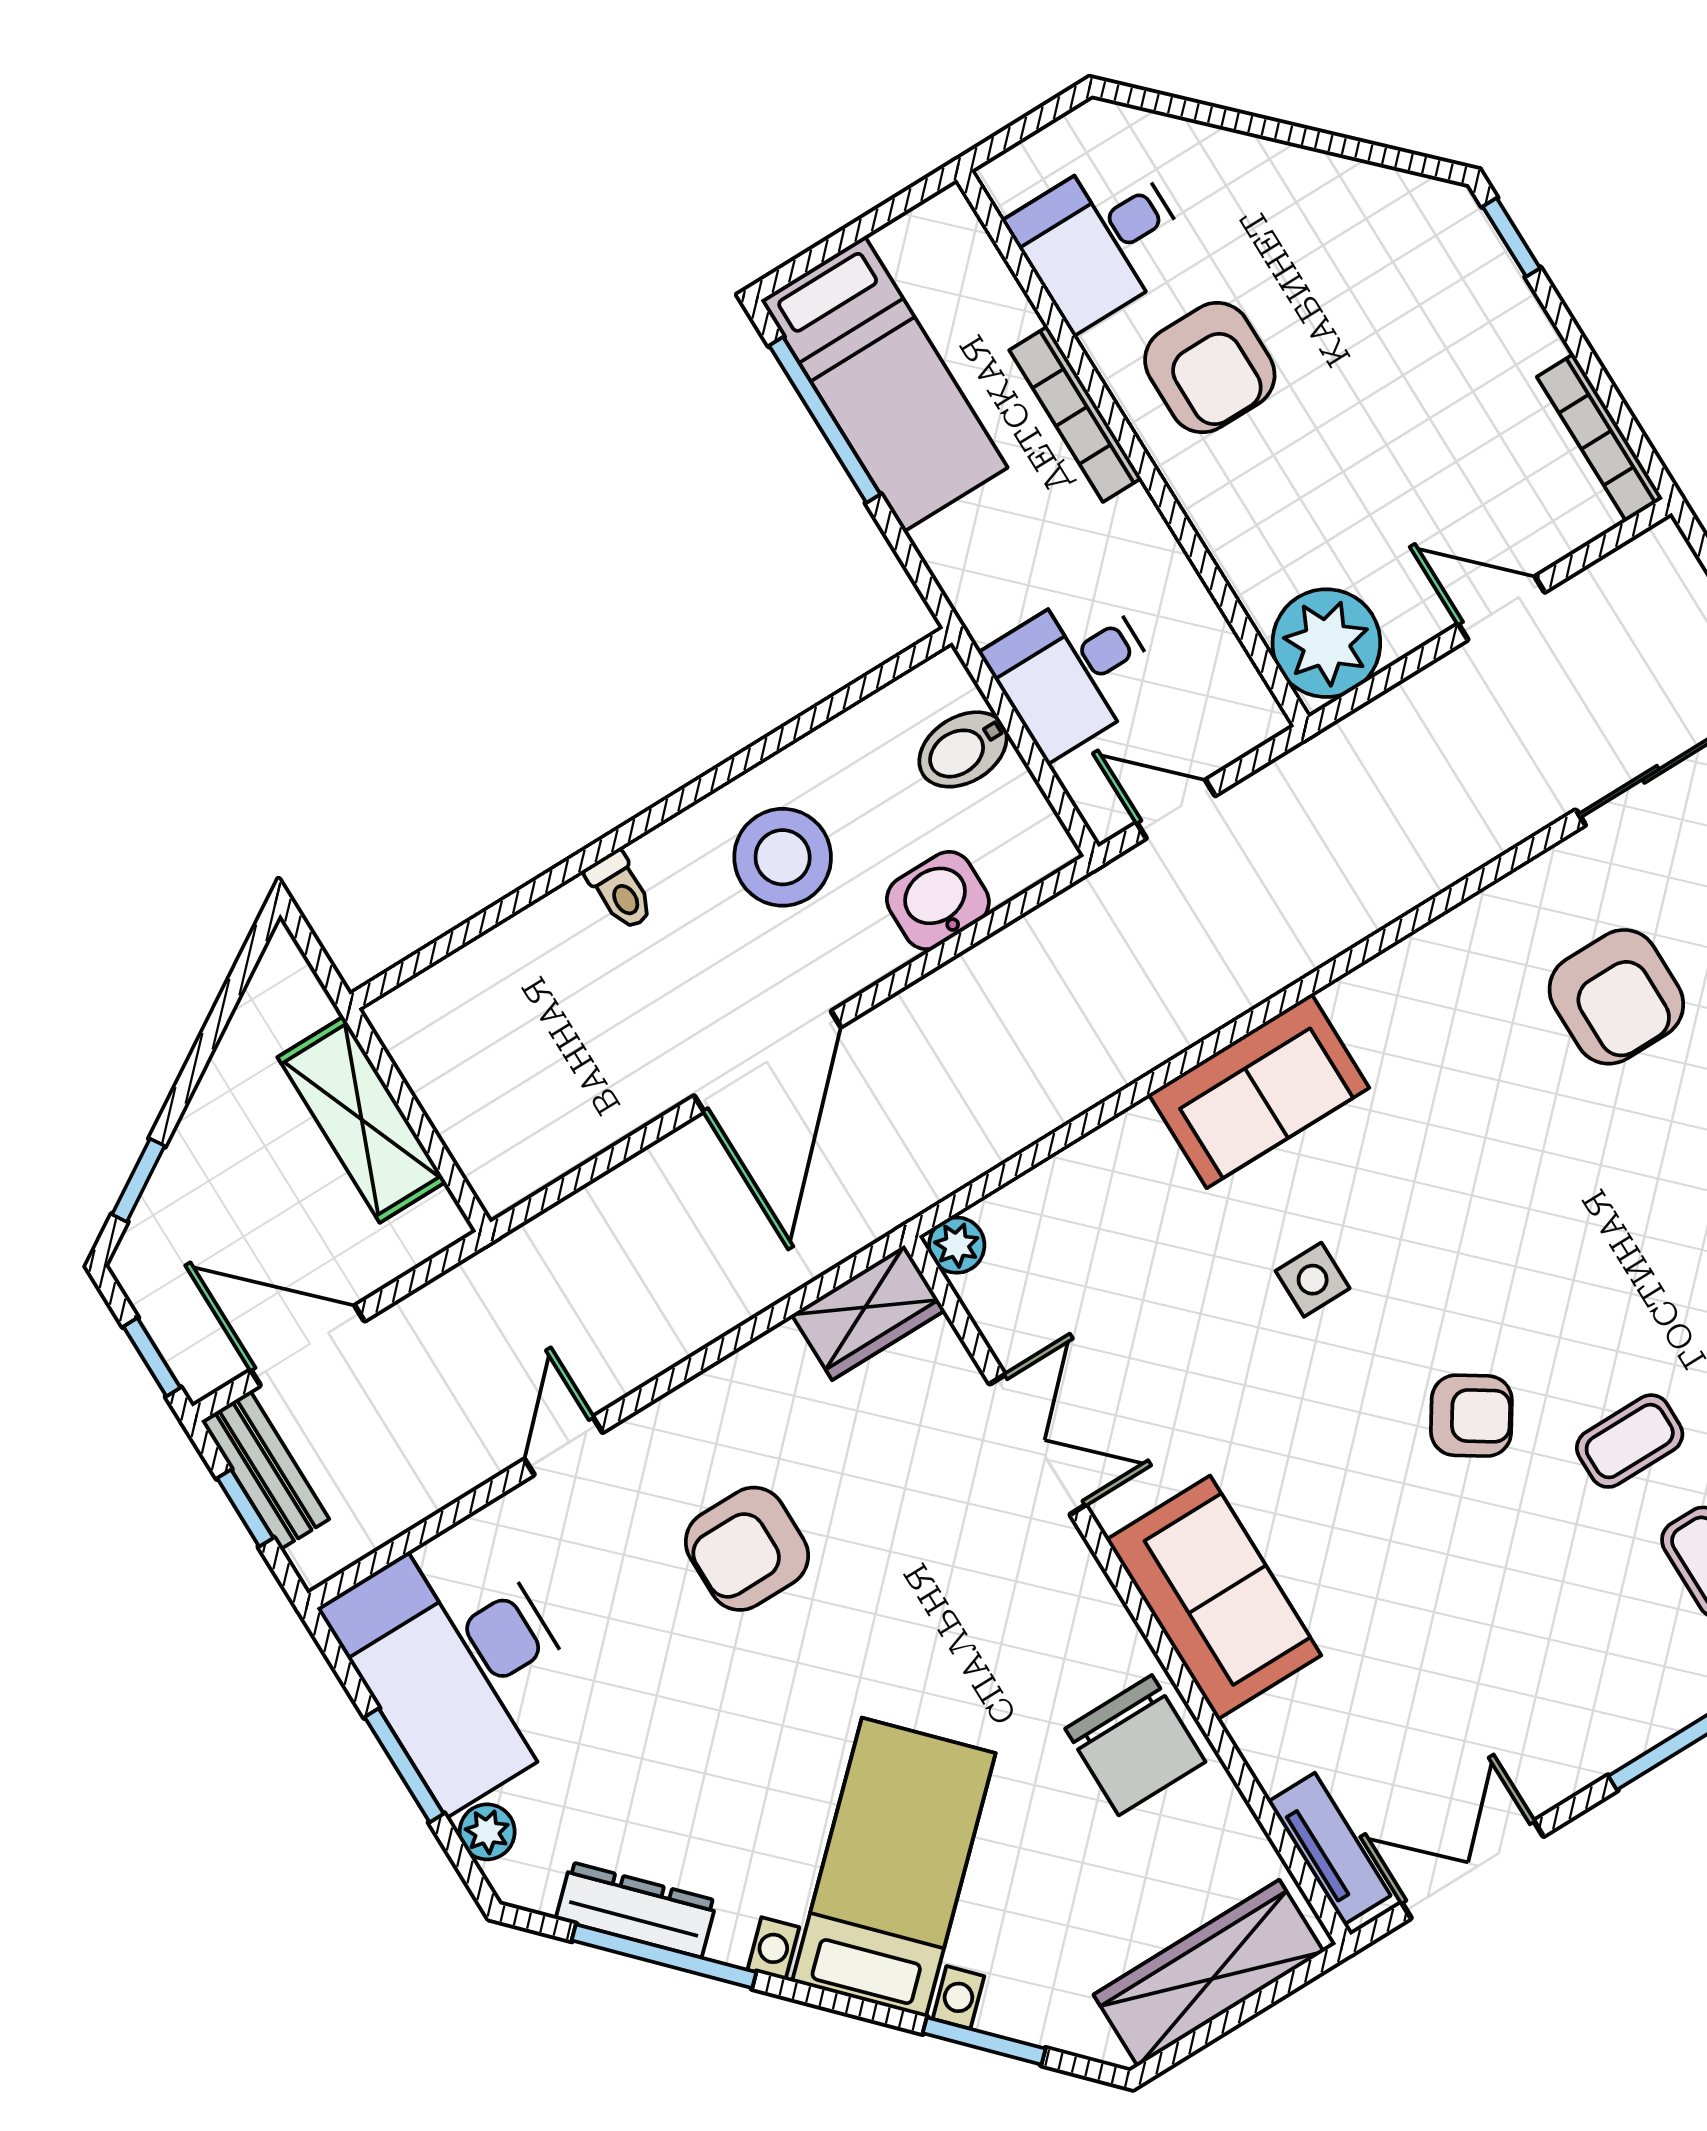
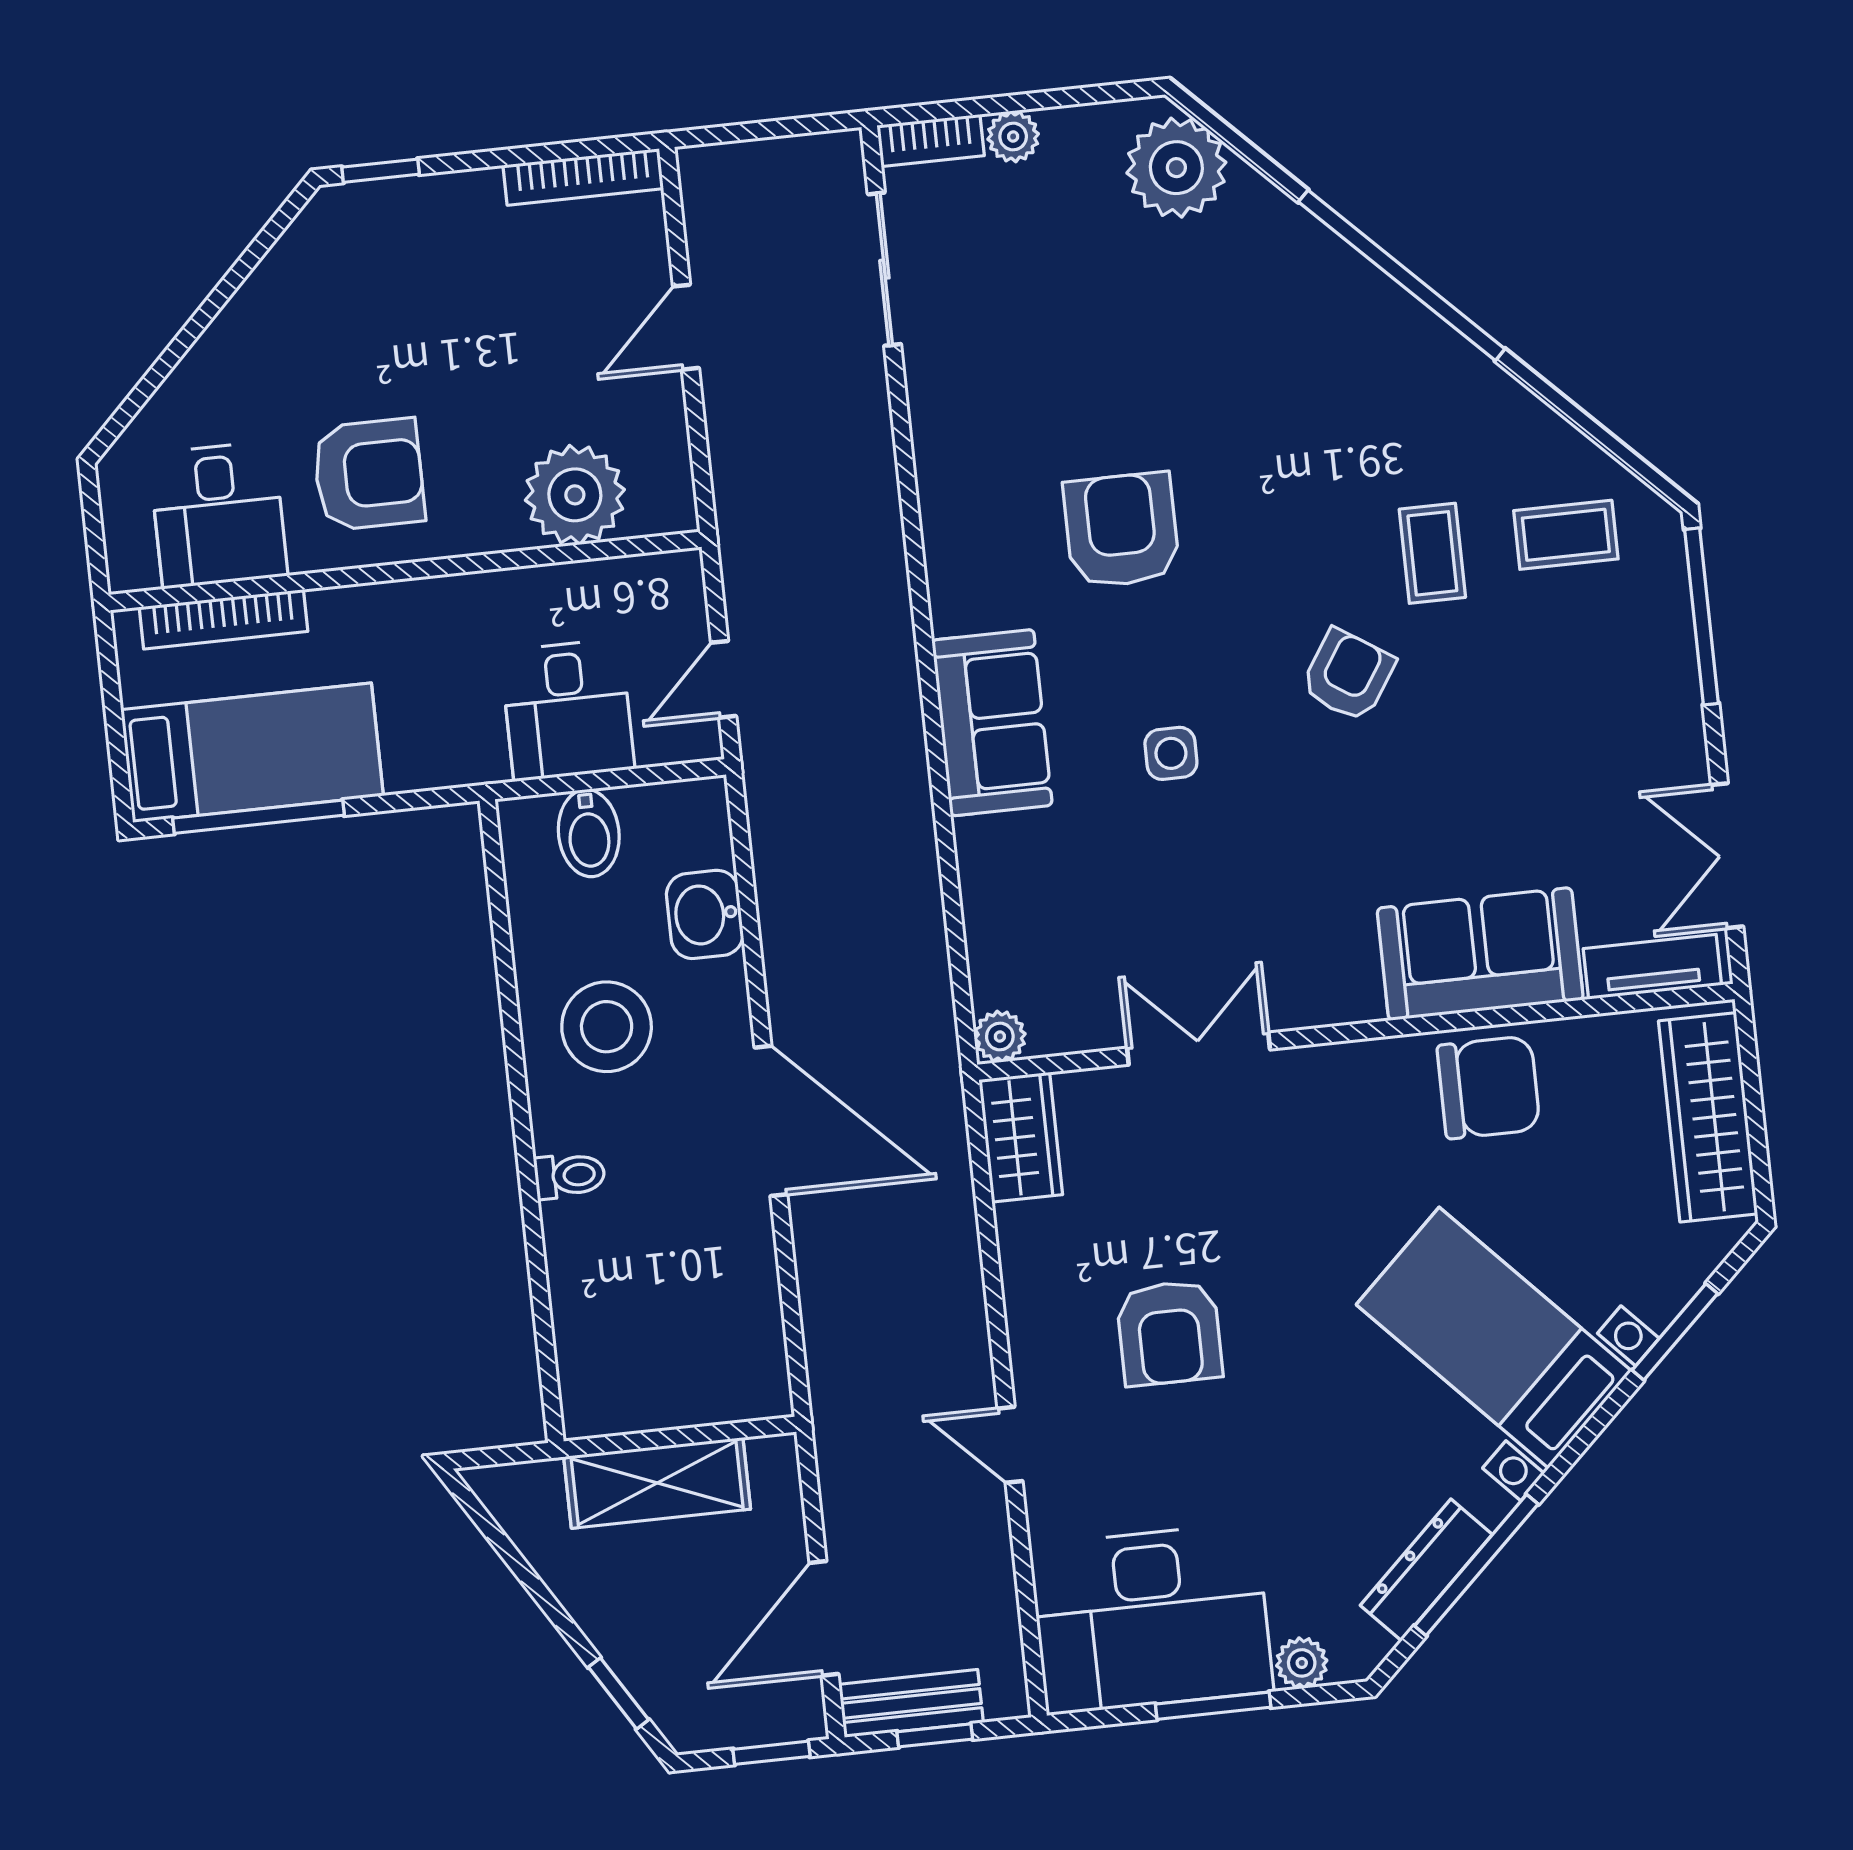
bookcase: (1075, 414) -> (223, 619), moved
plant: (1326, 643) -> (575, 495), moved
armchair: (1616, 997) -> (1121, 530), moved, turned -90
sofa: (1214, 1598) -> (1480, 954), moved

